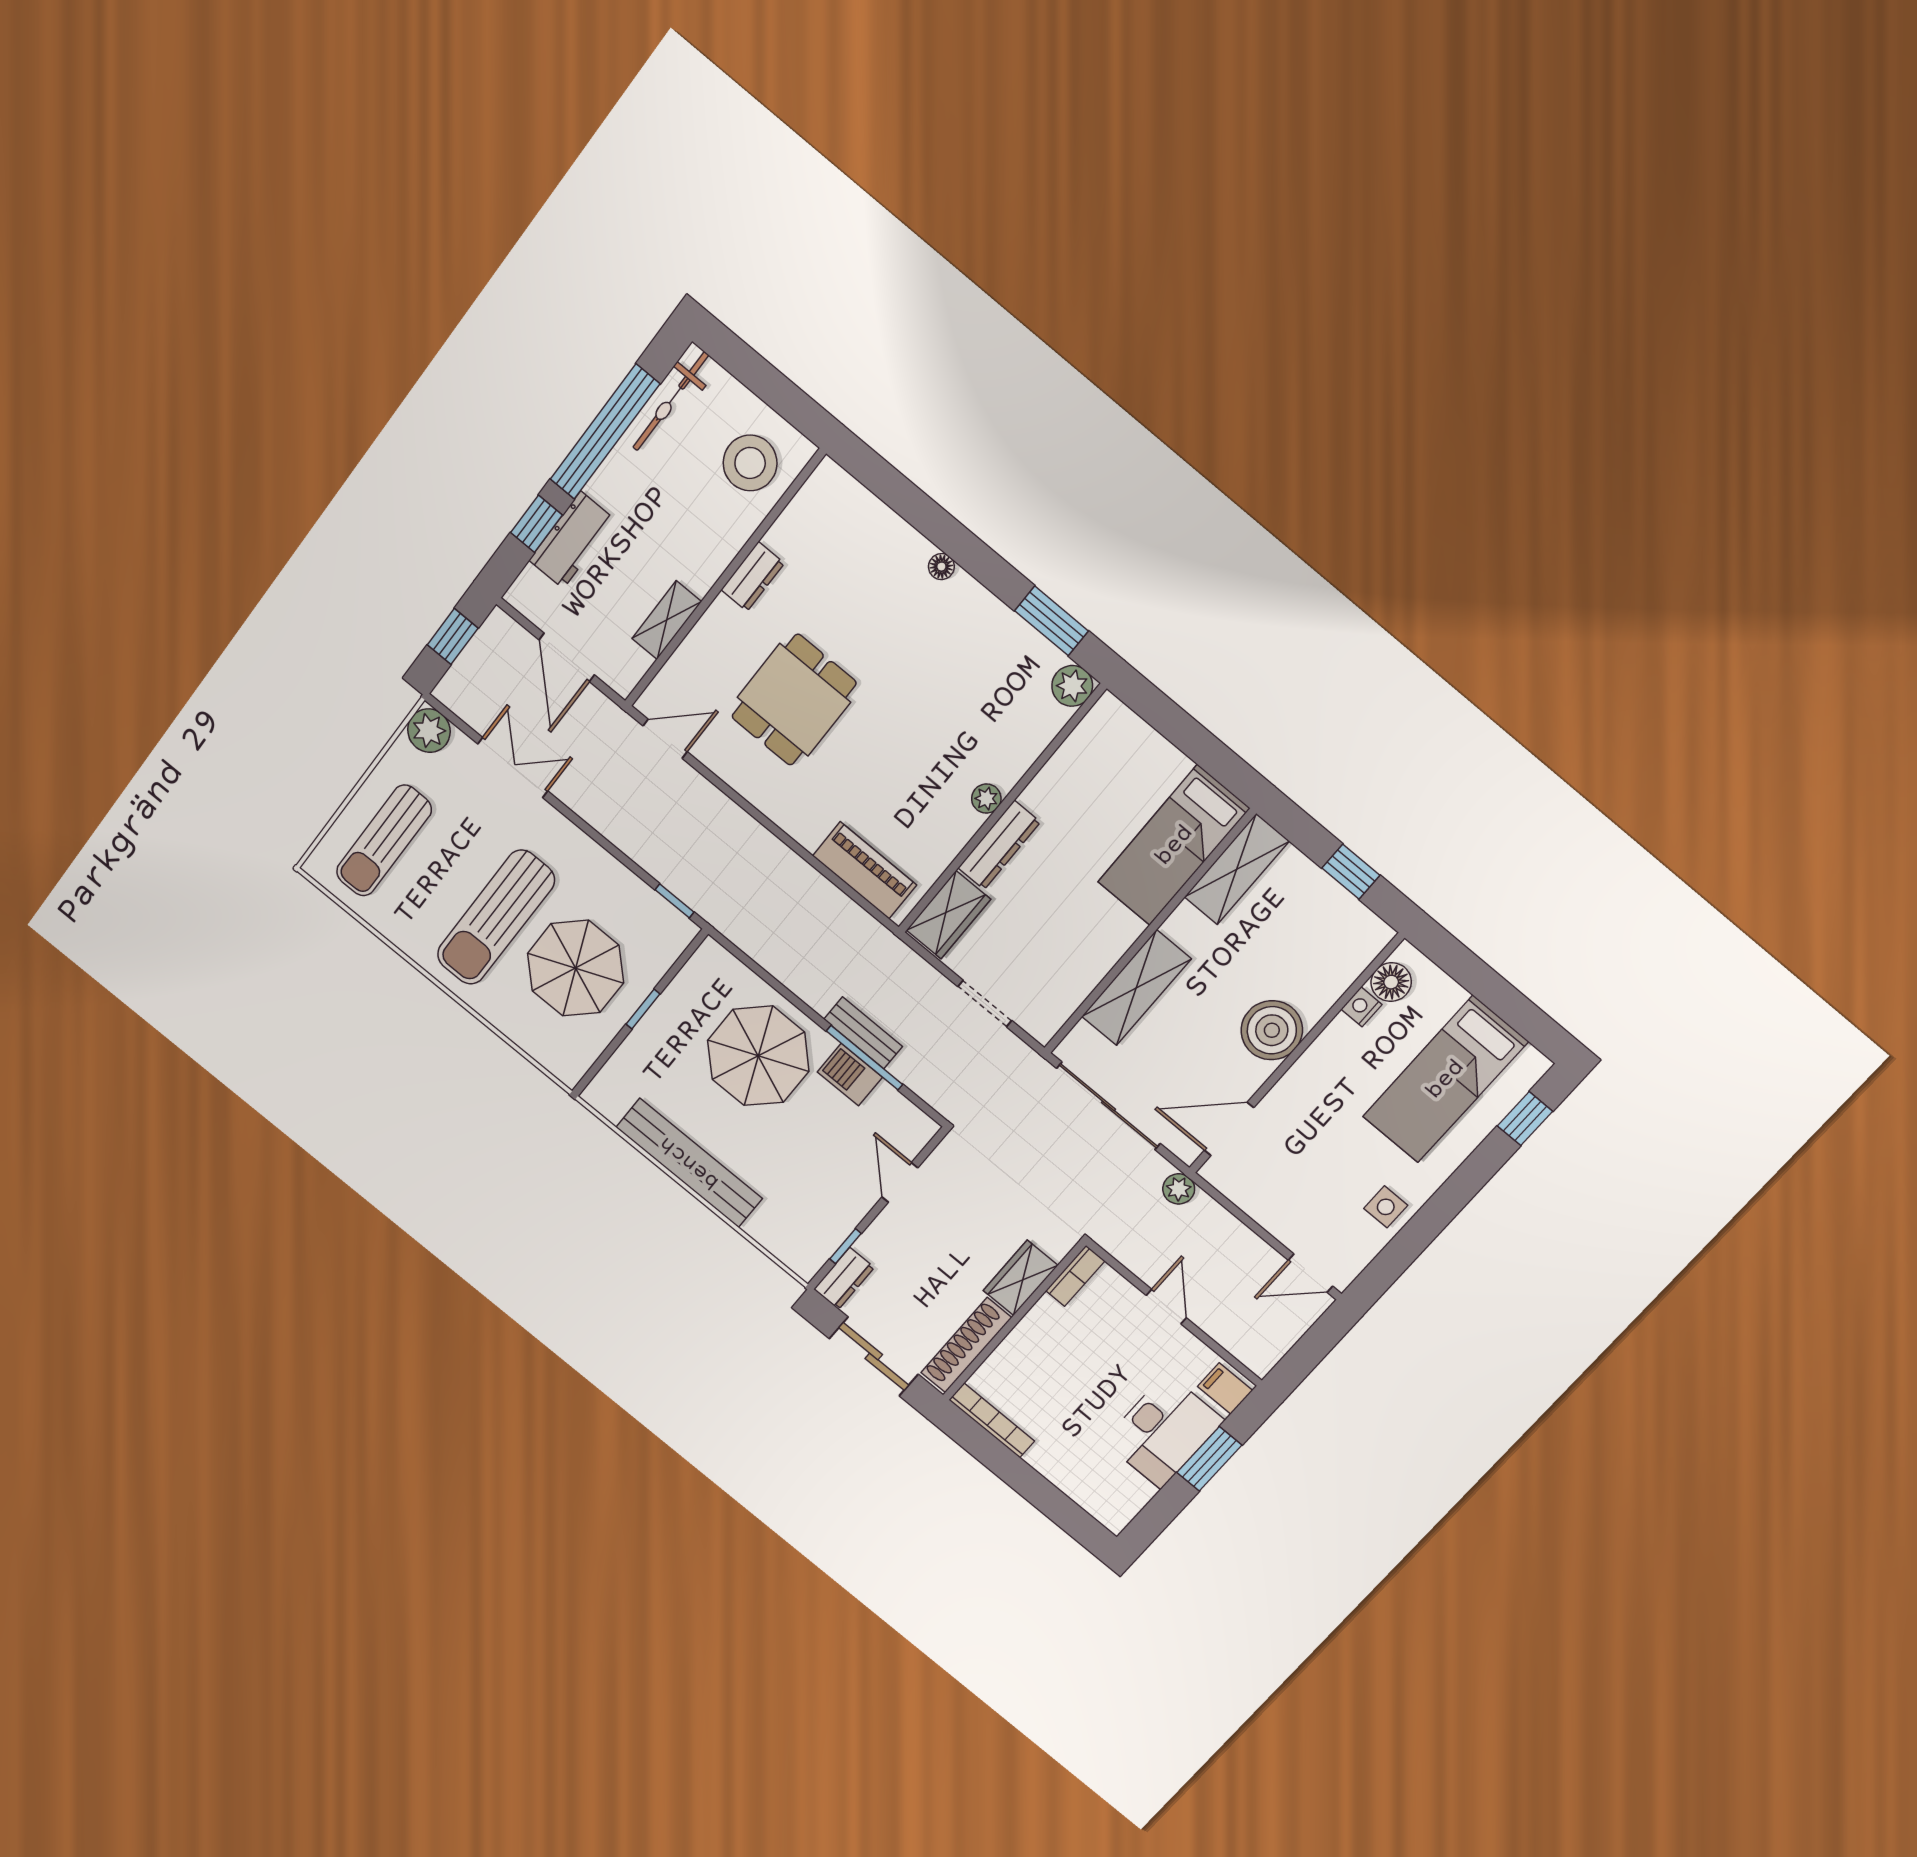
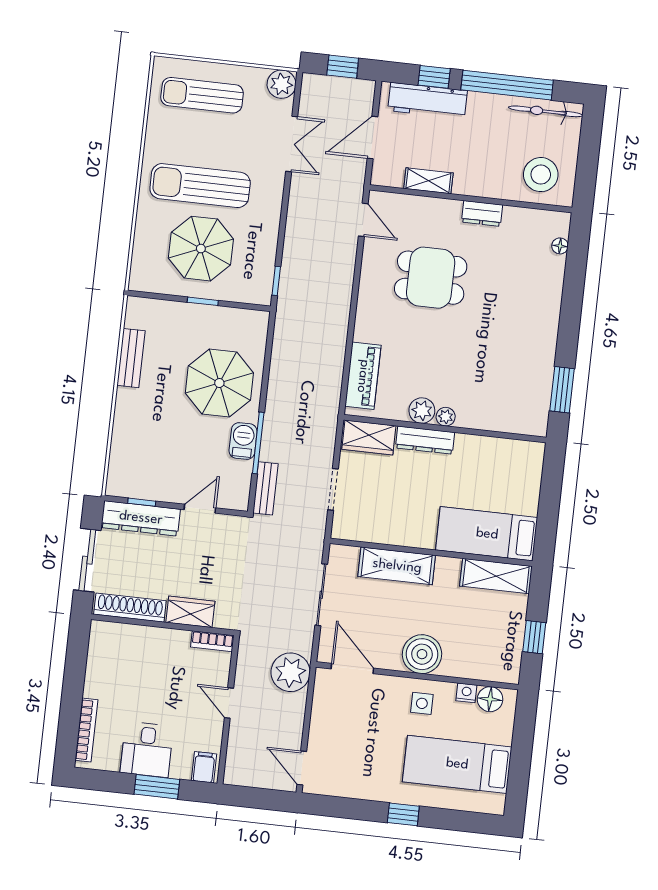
workbench: (572, 540) -> (428, 101), width x1.37
floor lamp: (941, 567) -> (560, 246), moved
plant: (1072, 686) -> (422, 411), moved
bench: (863, 1033) -> (266, 488), moved
sliding door: (1108, 1106) -> (321, 595), width x0.73
window: (1525, 1119) -> (403, 814), moved
bench: (689, 1163) -> (131, 358), width x0.54, depth x0.82
plant: (1179, 1189) -> (290, 672), width x1.88, depth x1.88
side table: (1386, 1207) -> (422, 703), moved
dresser: (844, 1278) -> (141, 518), width x1.96, depth x1.24
door: (1166, 1307) -> (229, 703), swing flipped
bookcase: (992, 1420) -> (86, 730), moved
desk: (1164, 1431) -> (147, 749), width x0.73

